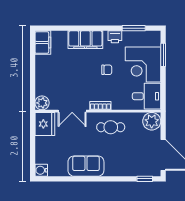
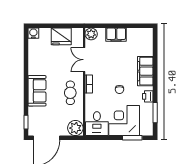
filing cabinet: (43, 43) -> (116, 35), moved
fridge: (45, 124) -> (61, 36), moved
sofa: (86, 166) -> (37, 91), moved

